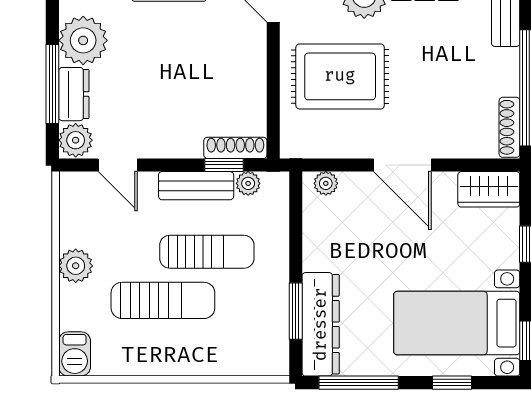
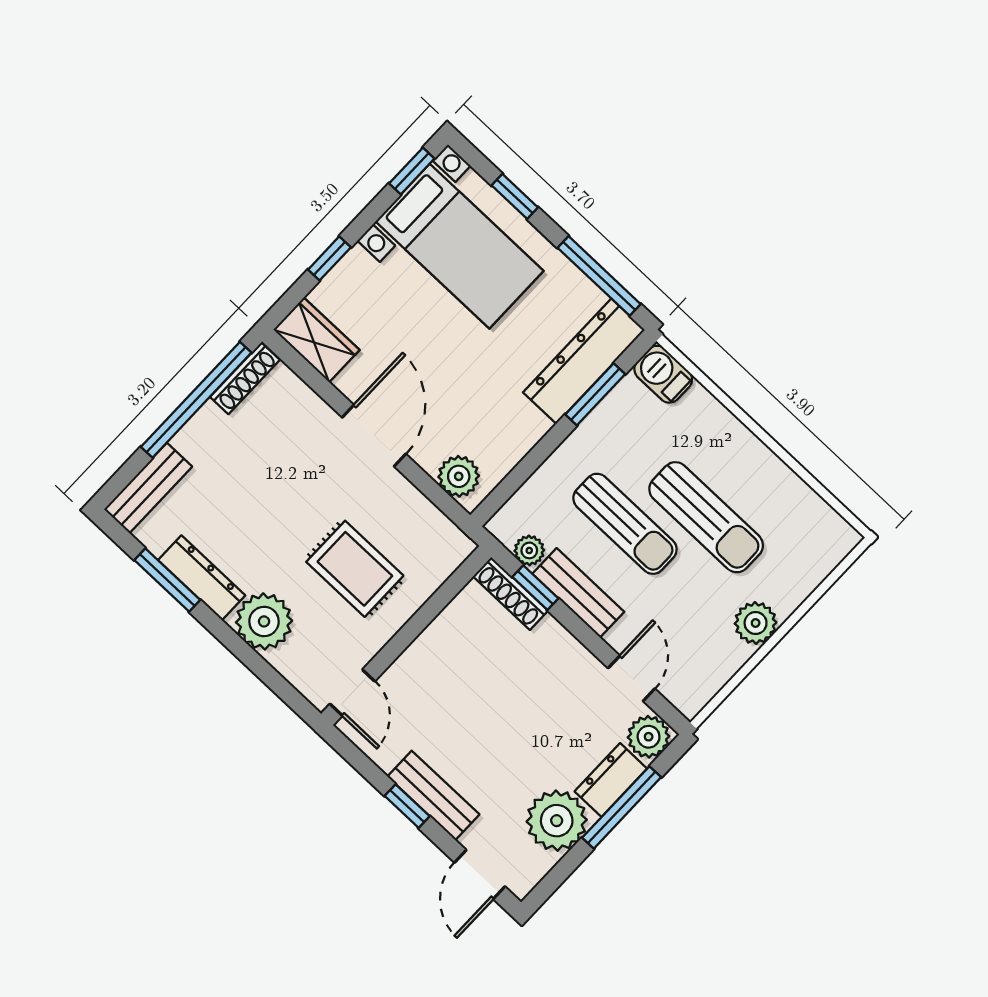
rug: (340, 76) -> (355, 569), width x0.73, depth x0.70
plant: (326, 183) -> (459, 476), width x1.38, depth x1.38
sun lounger: (207, 252) -> (625, 524), turned 180
sun lounger: (163, 300) -> (706, 517), turned 180
barbecue: (75, 354) -> (663, 374), moved, turned -90

